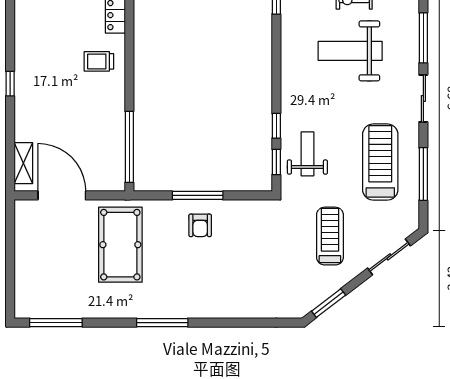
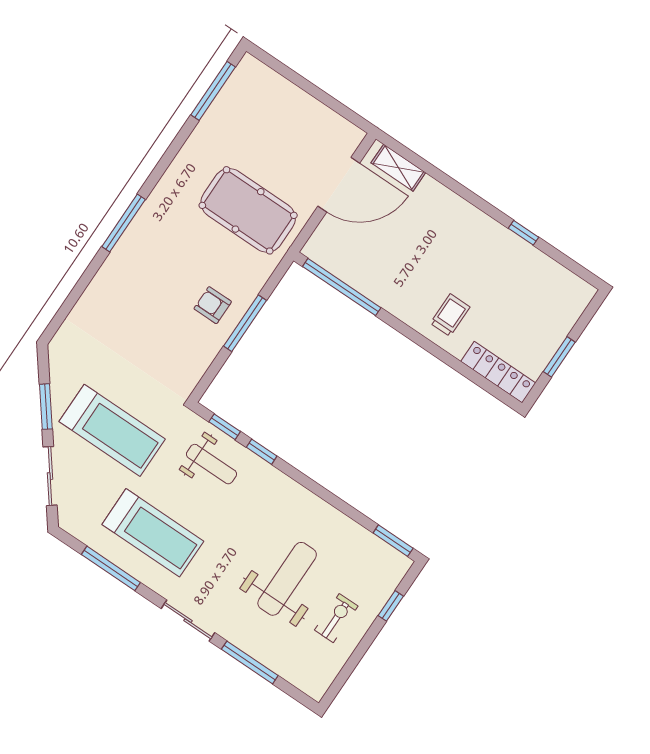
window: (10, 84) -> (523, 233), moved
treadmill: (330, 236) -> (112, 430), width x1.37, depth x1.38
window: (329, 303) -> (46, 407), moved
window: (162, 323) -> (124, 223), moved

